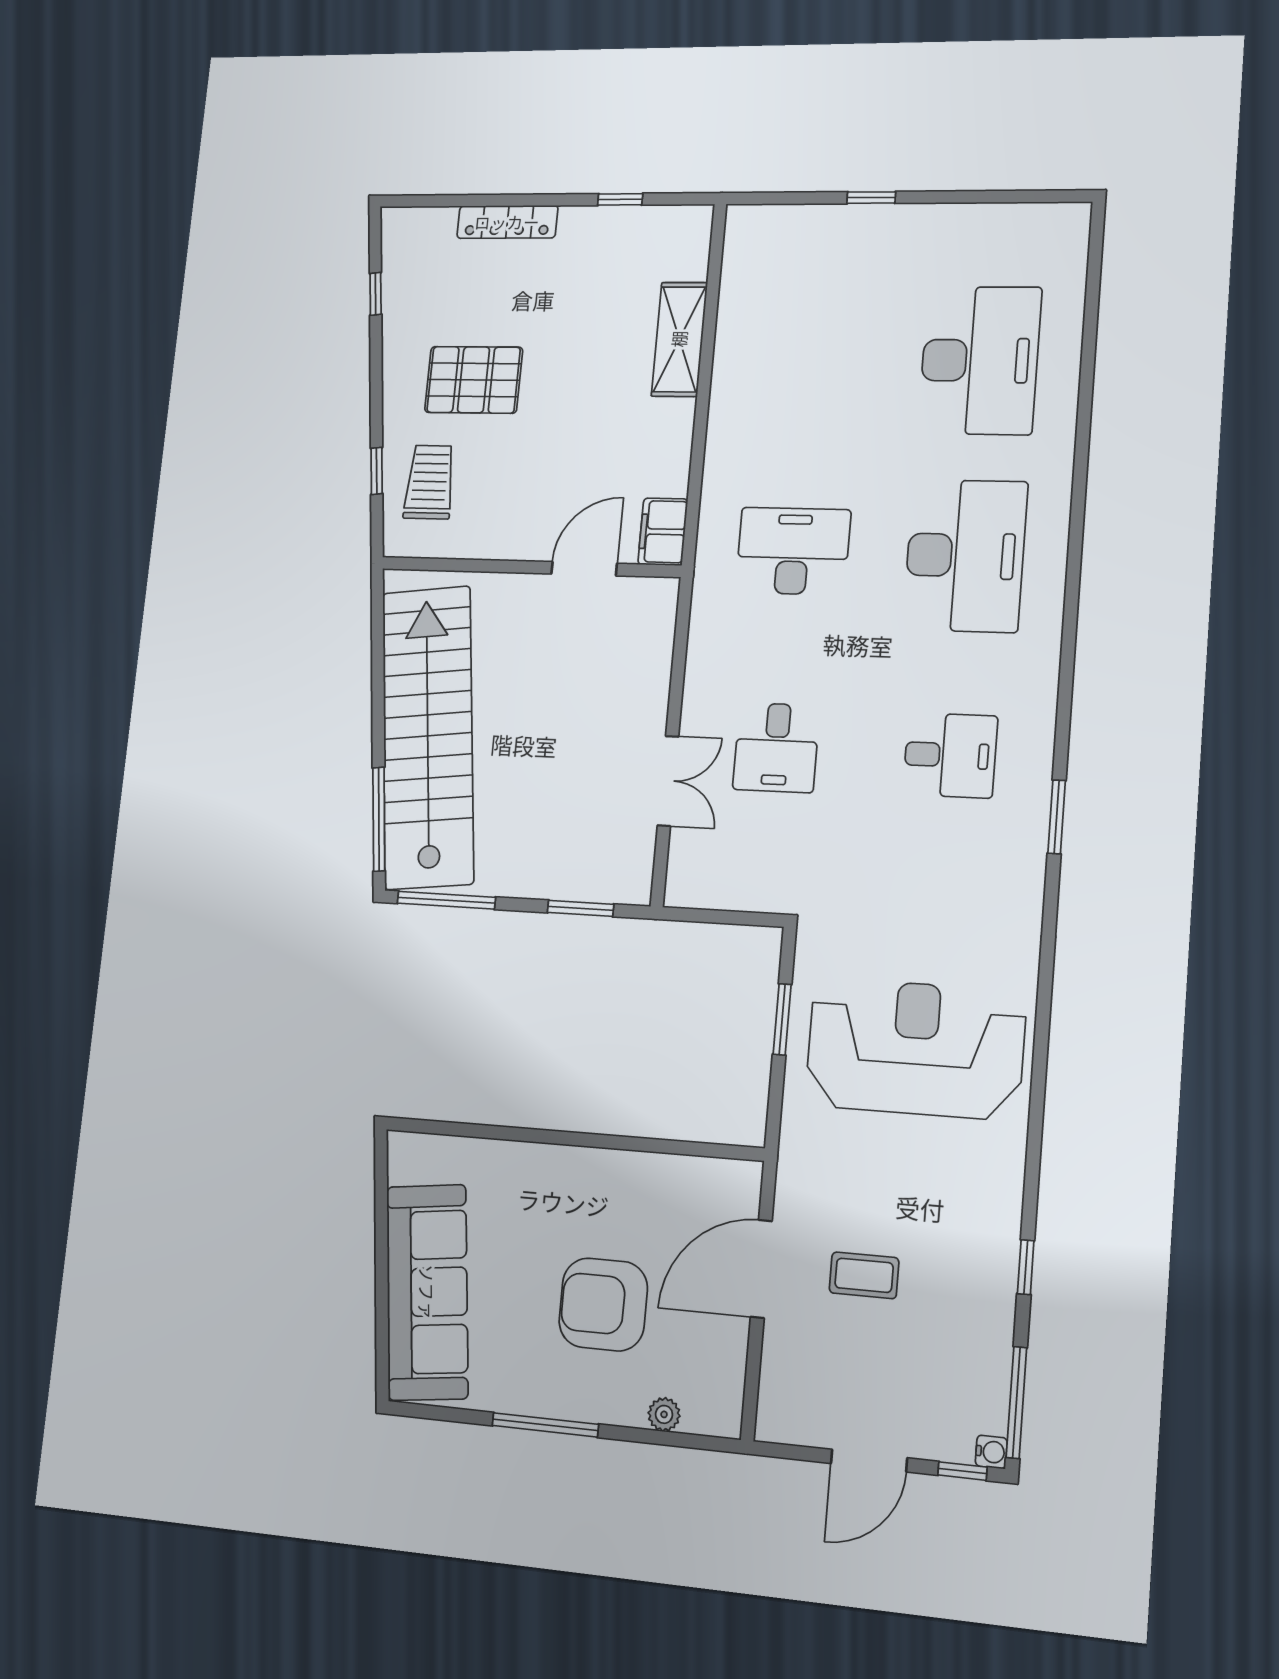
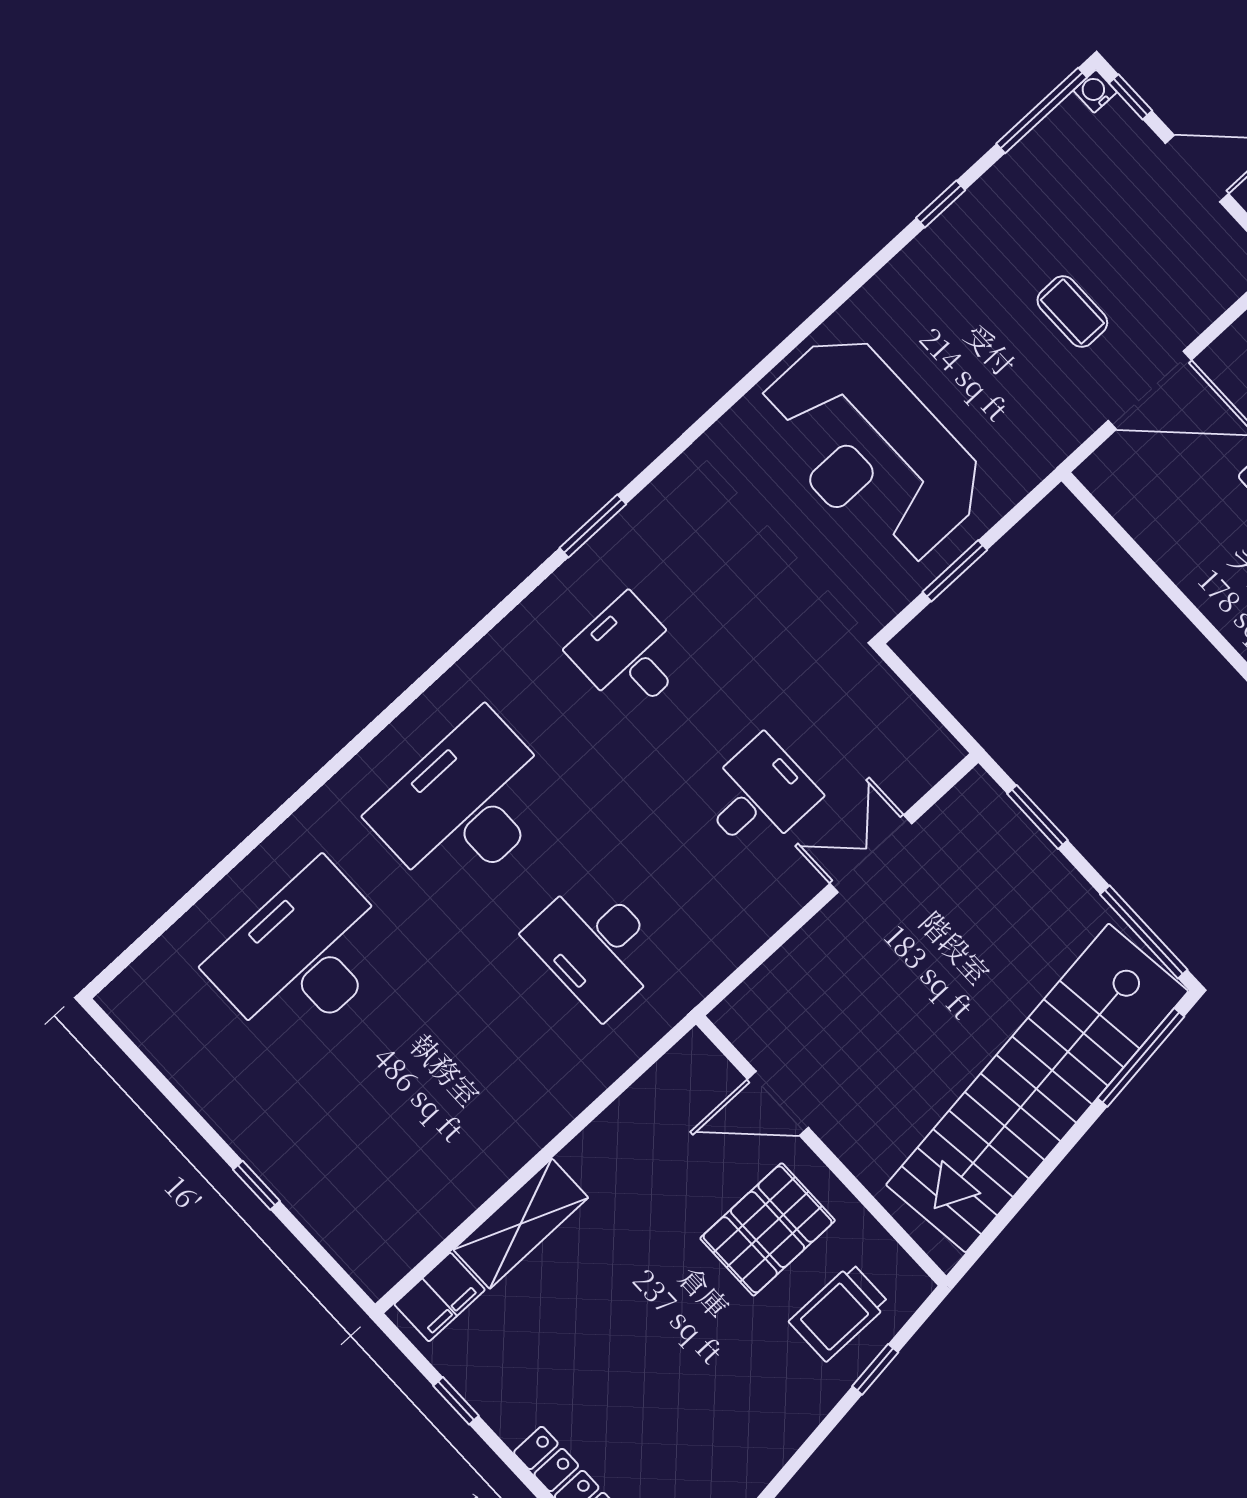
pallet: (474, 380) -> (768, 1229), moved, turned 90
filing cabinet: (663, 532) -> (440, 1297), moved

